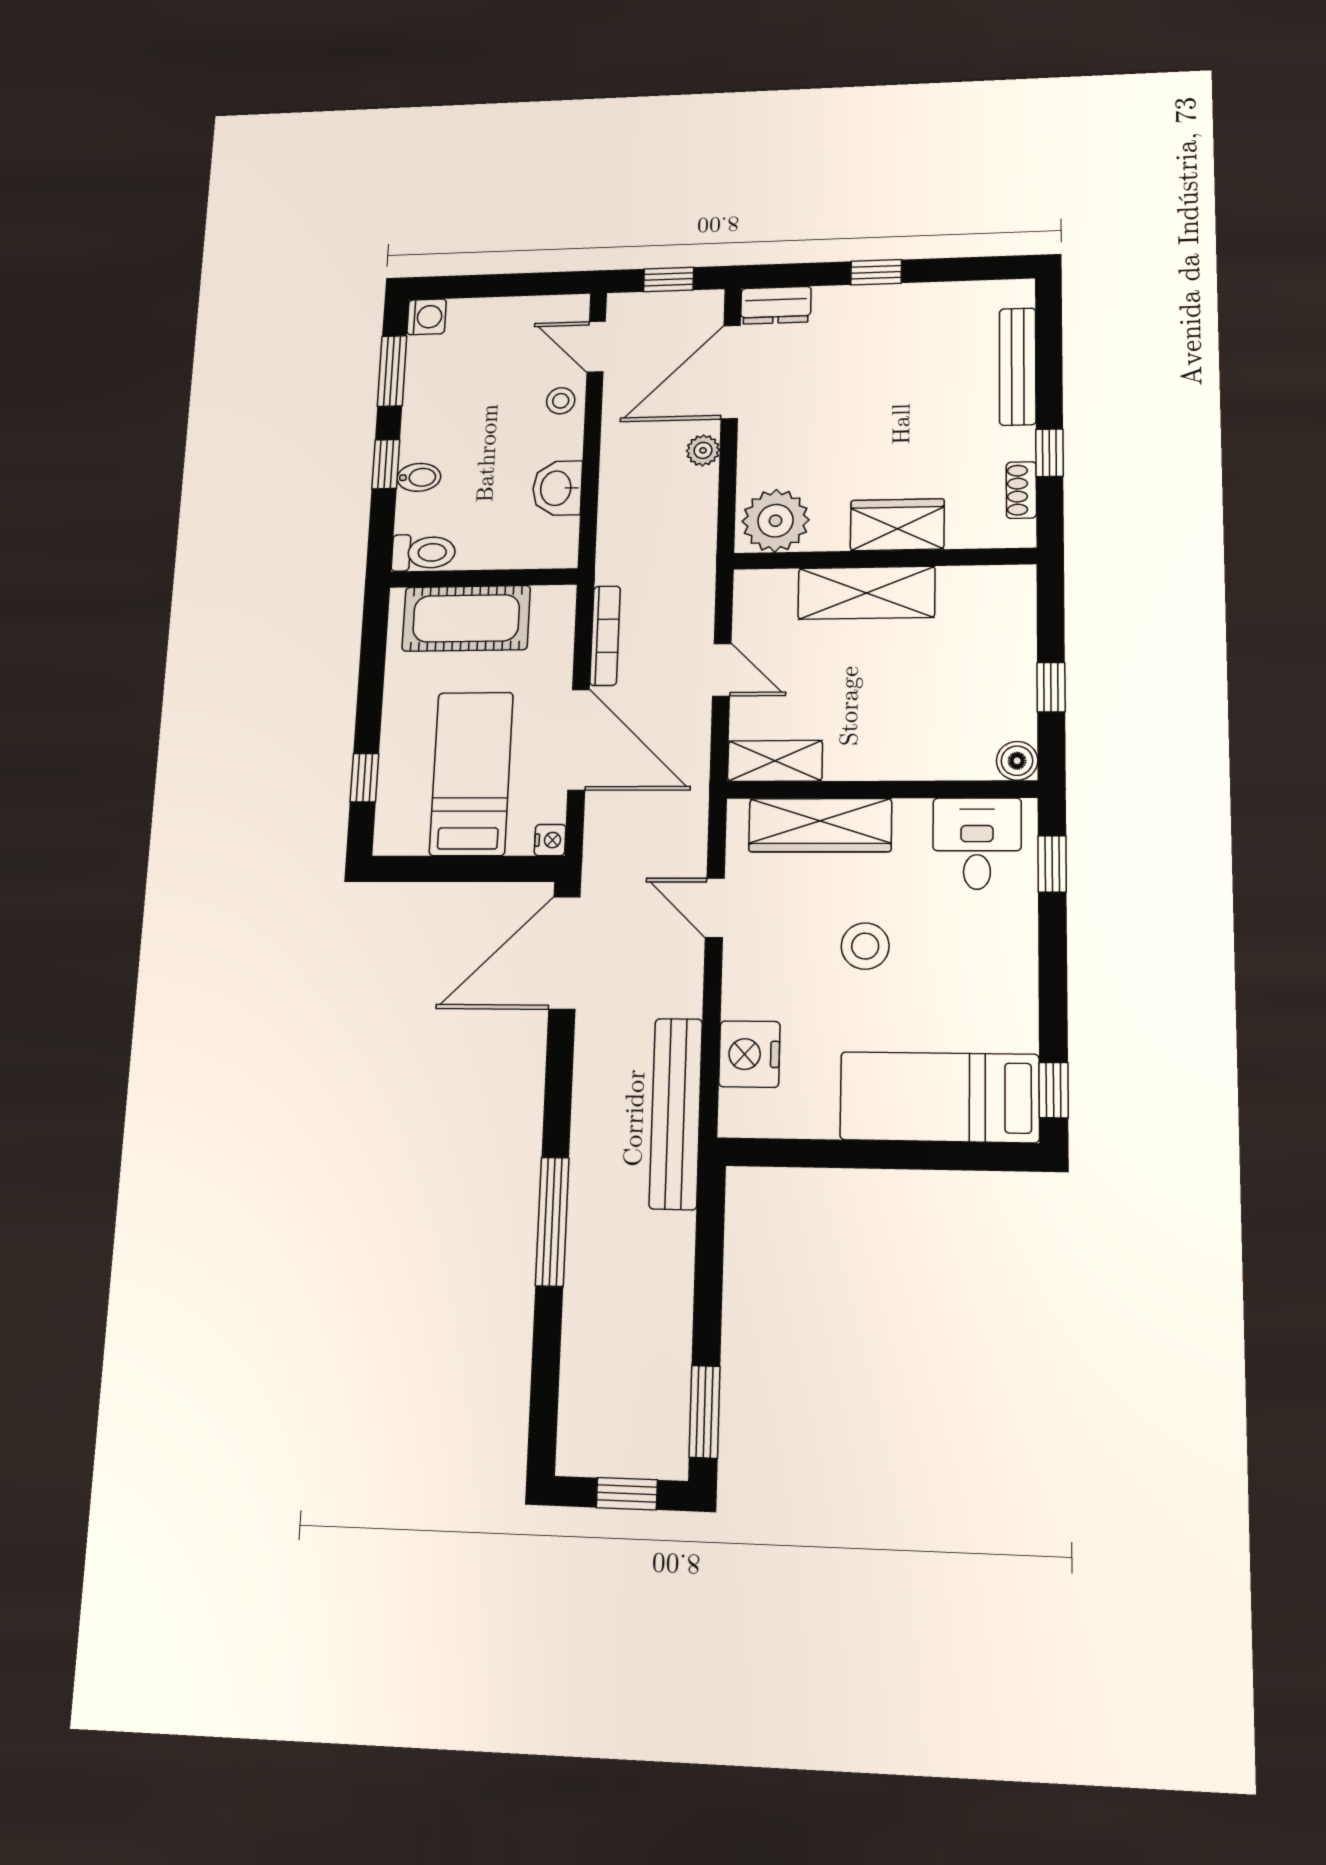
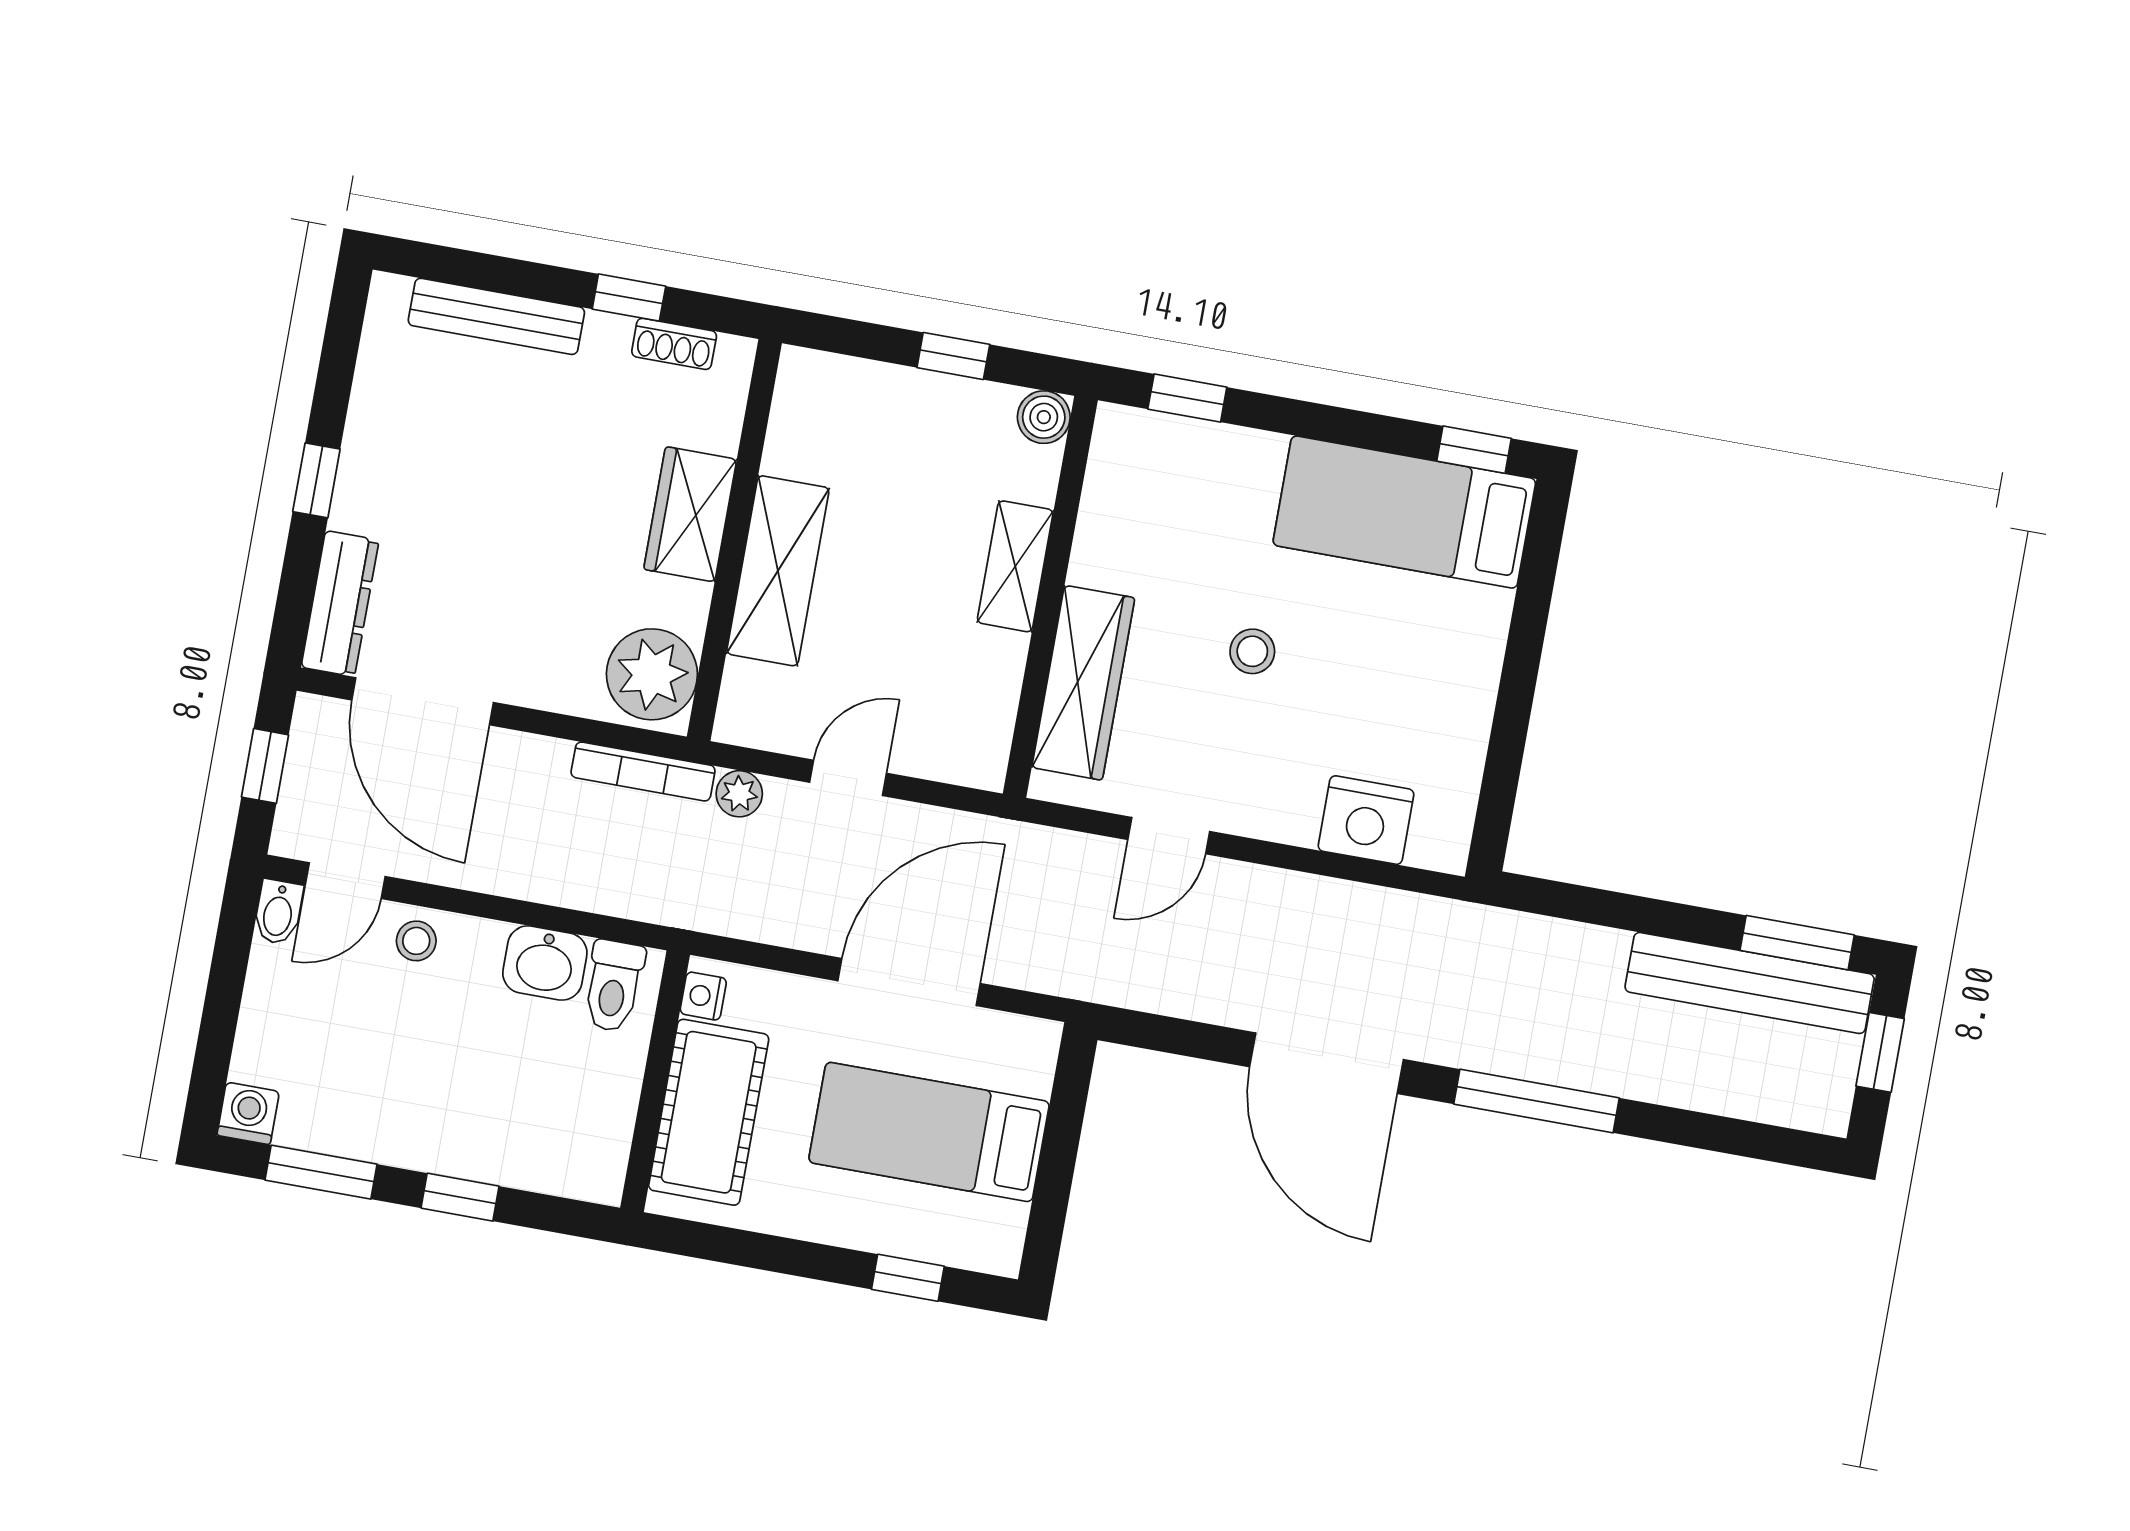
dresser: (776, 305) -> (340, 604), width x1.44
plant: (703, 450) -> (739, 794), moved
bidet: (419, 477) -> (278, 912), moved, turned 180
toilet: (423, 553) -> (614, 986), moved, turned 180
bookcase: (605, 636) -> (643, 771), moved, turned 180
shelving: (775, 761) -> (1015, 566), moved
nightstand: (550, 840) -> (703, 996), moved, turned -90
desk: (977, 844) -> (1144, 487), removed
stool: (865, 946) -> (1252, 651), width x0.73, depth x0.73
door: (565, 953) -> (1326, 1063), moved
bed: (939, 1097) -> (1404, 512), moved, turned 90
bench: (676, 1113) -> (1750, 983), moved

